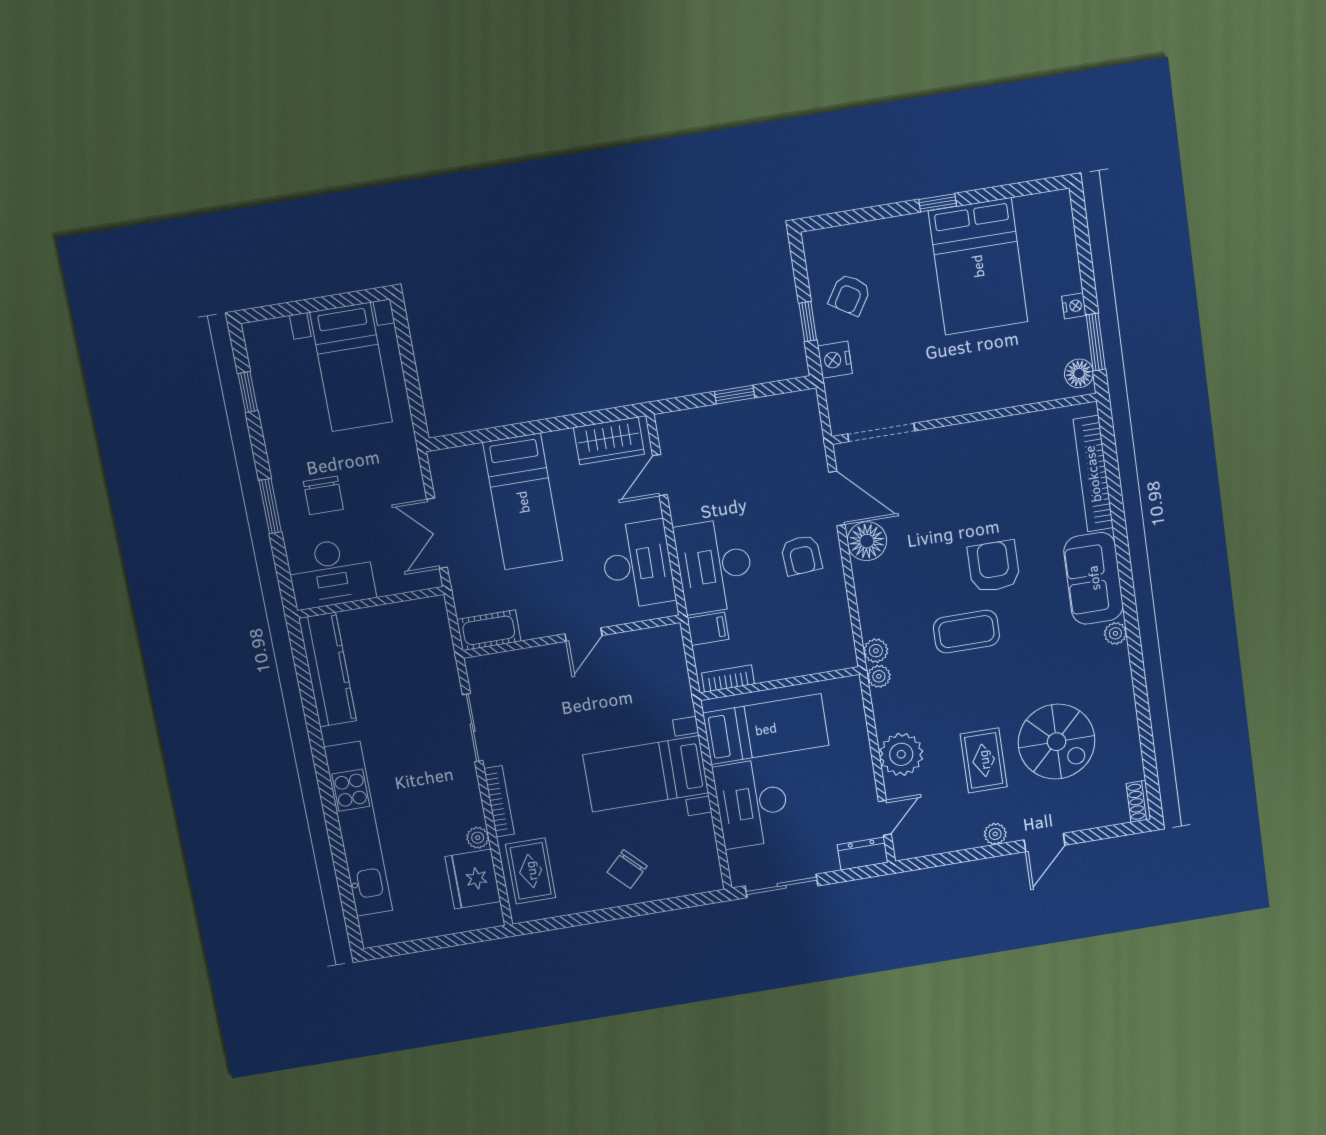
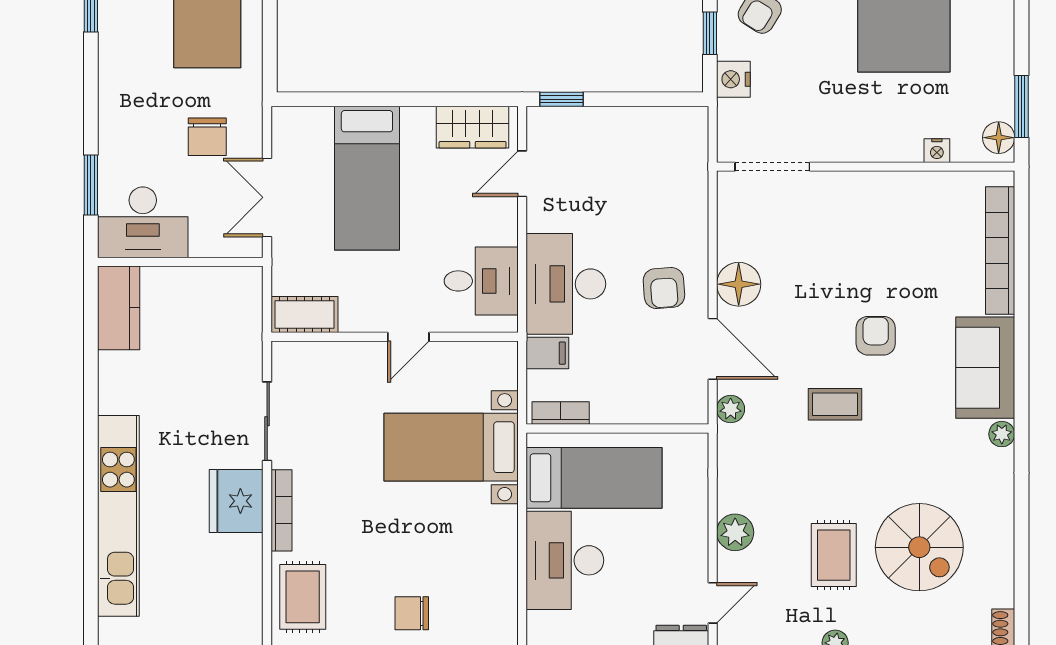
nightstand: (1074, 306) -> (937, 151), moved, turned 90
window: (735, 395) -> (562, 99), moved
chair: (323, 495) -> (207, 137), moved
door: (837, 498) -> (713, 349), moved
window: (270, 506) -> (91, 185), moved
desk: (637, 564) -> (481, 281), width x0.73
armchair: (994, 566) -> (876, 336), width x0.72, depth x0.72
coffee table: (966, 632) -> (835, 404), width x0.73, depth x0.77
kitchen counter: (328, 670) -> (119, 308), width x0.67
plant: (879, 676) -> (730, 439), removed
plant: (901, 754) -> (735, 532), width x0.73, depth x0.73
bed with nightstands: (646, 774) -> (451, 447), moved
plant: (478, 838) -> (250, 548), removed
chair: (627, 869) -> (412, 613), turned 45
fridge: (473, 879) -> (236, 501), moved

